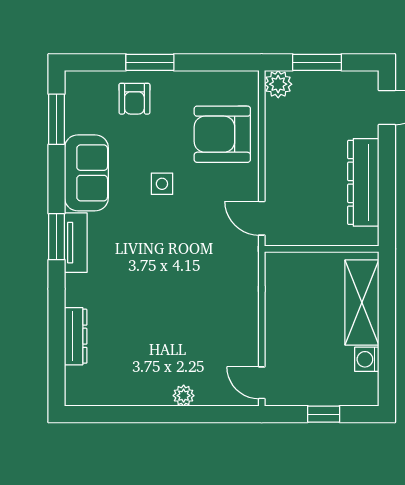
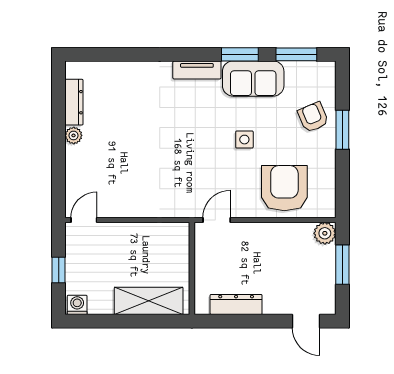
armchair: (134, 99) -> (313, 117), turned 67
dresser: (363, 182) -> (236, 304), width x0.73, depth x0.80
window: (57, 237) -> (240, 54), moved
dresser: (76, 336) -> (74, 102), moved, turned -90
washing machine: (367, 359) -> (77, 305), moved
plant: (184, 396) -> (74, 135), moved

